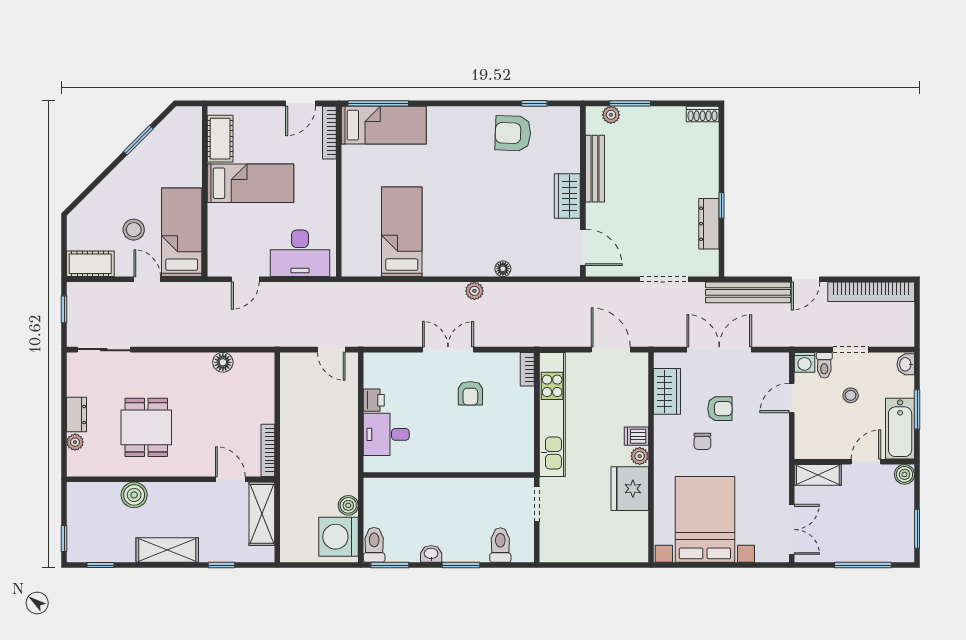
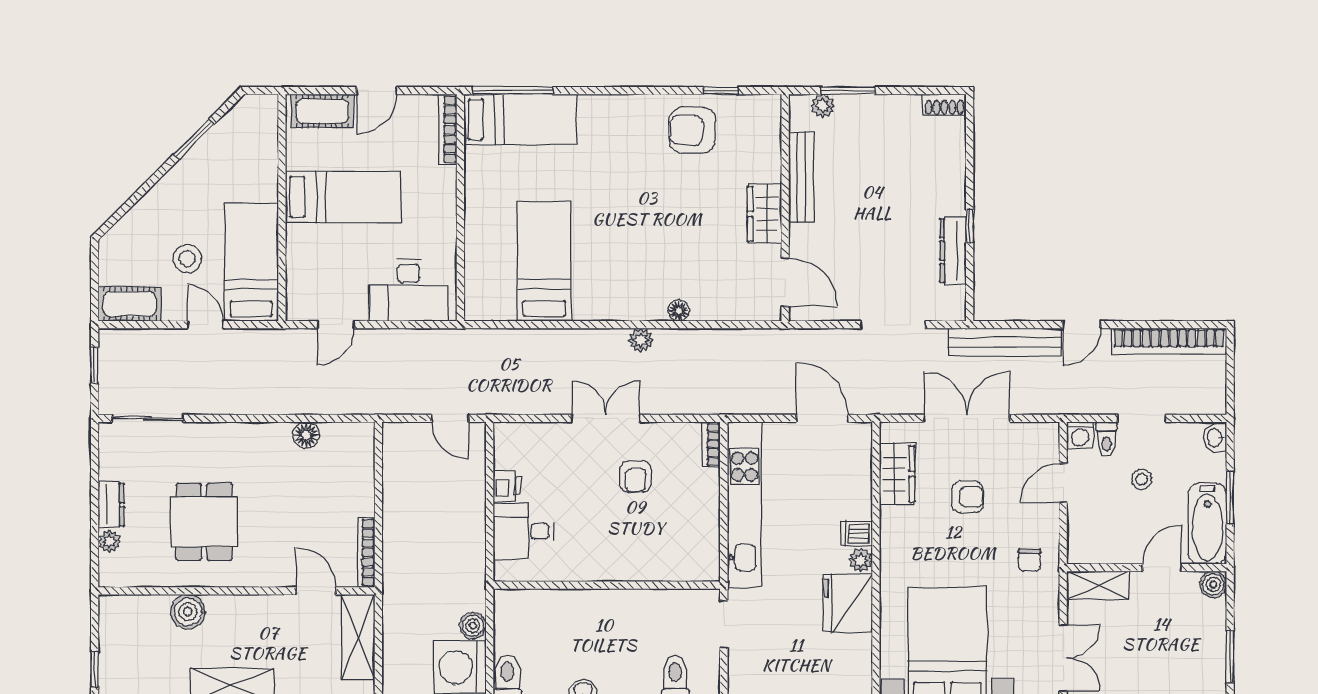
door: (301, 103) -> (377, 91), moved
cot: (220, 139) -> (322, 111), moved, turned 90
chair: (702, 441) -> (1029, 560), moved

